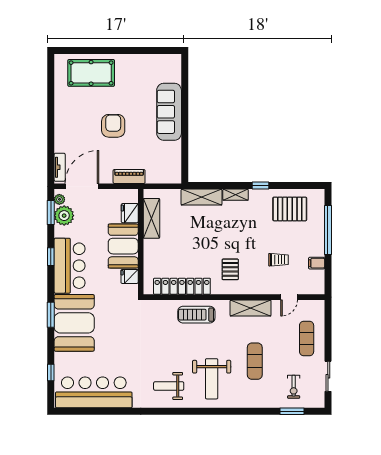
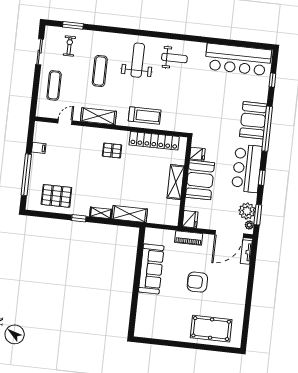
sofa: (169, 112) -> (151, 269), moved
armchair: (113, 126) -> (197, 282), turned 90
fridge: (130, 213) -> (190, 219), moved
shelving: (151, 218) -> (176, 182), moved
trolley: (278, 260) -> (71, 154), removed
pallet: (230, 269) -> (112, 151), turned 90
window: (51, 315) -> (267, 129), width x2.11
booth: (74, 323) -> (253, 120), width x0.73, depth x0.70

